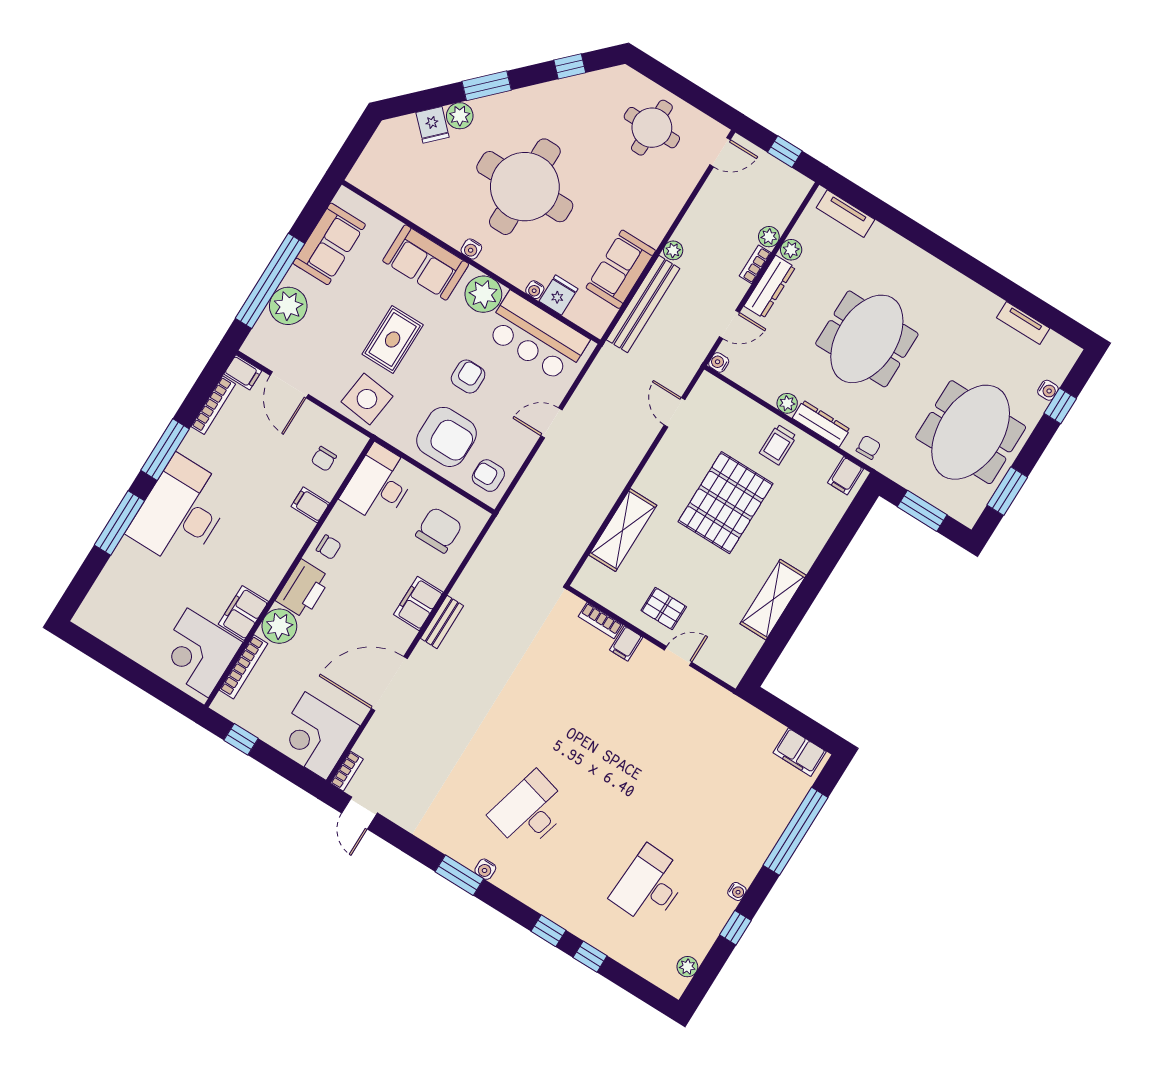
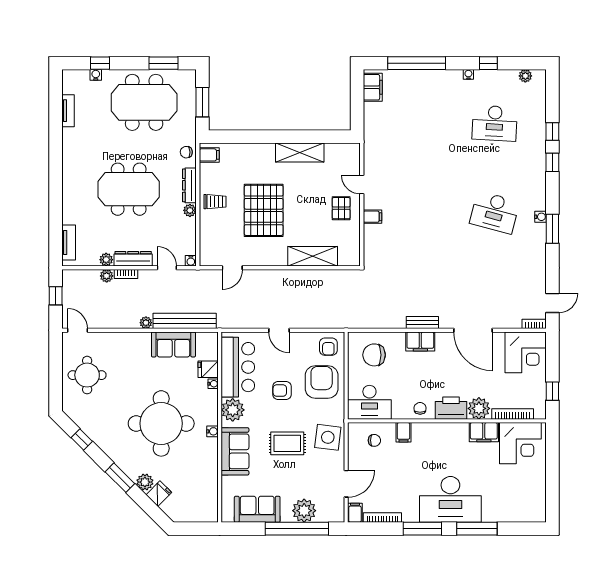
pallet: (726, 503) -> (264, 210), turned 90
bookcase: (600, 621) -> (369, 238), removed

